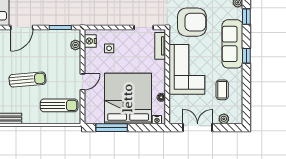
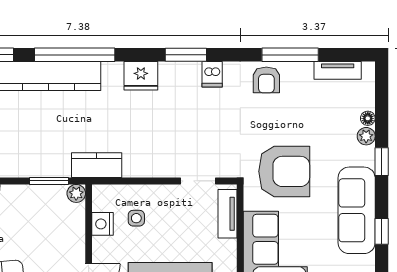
kitchen counter: (87, 19) -> (97, 165), added
nightstand: (90, 41) -> (103, 224), moved
plant: (75, 45) -> (76, 193), moved

